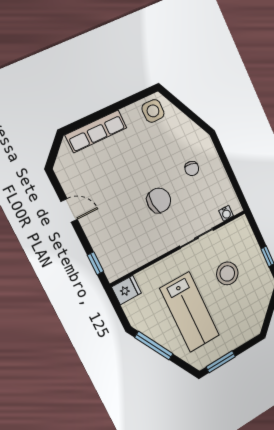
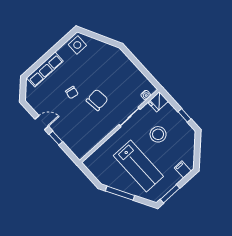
chair: (192, 168) -> (72, 93), moved
window: (95, 263) -> (56, 138), moved
fridge: (127, 290) -> (158, 102), moved, turned 180
filing cabinet: (246, 331) -> (183, 169), added

